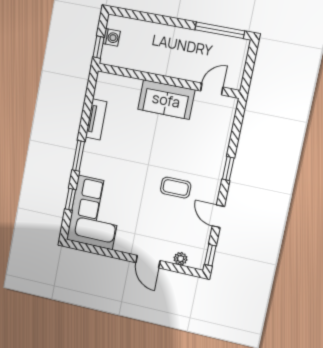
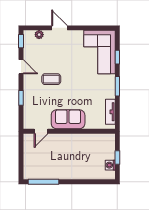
wall: (168, 81) -> (69, 131), moved
door: (212, 89) -> (41, 131), moved
sofa: (166, 100) -> (68, 119), moved

